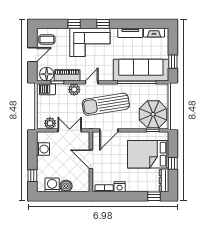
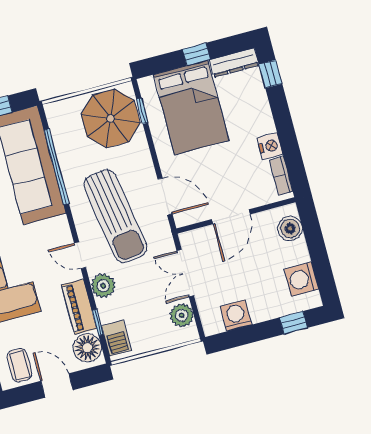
boiler: (66, 186) -> (290, 228), moved

